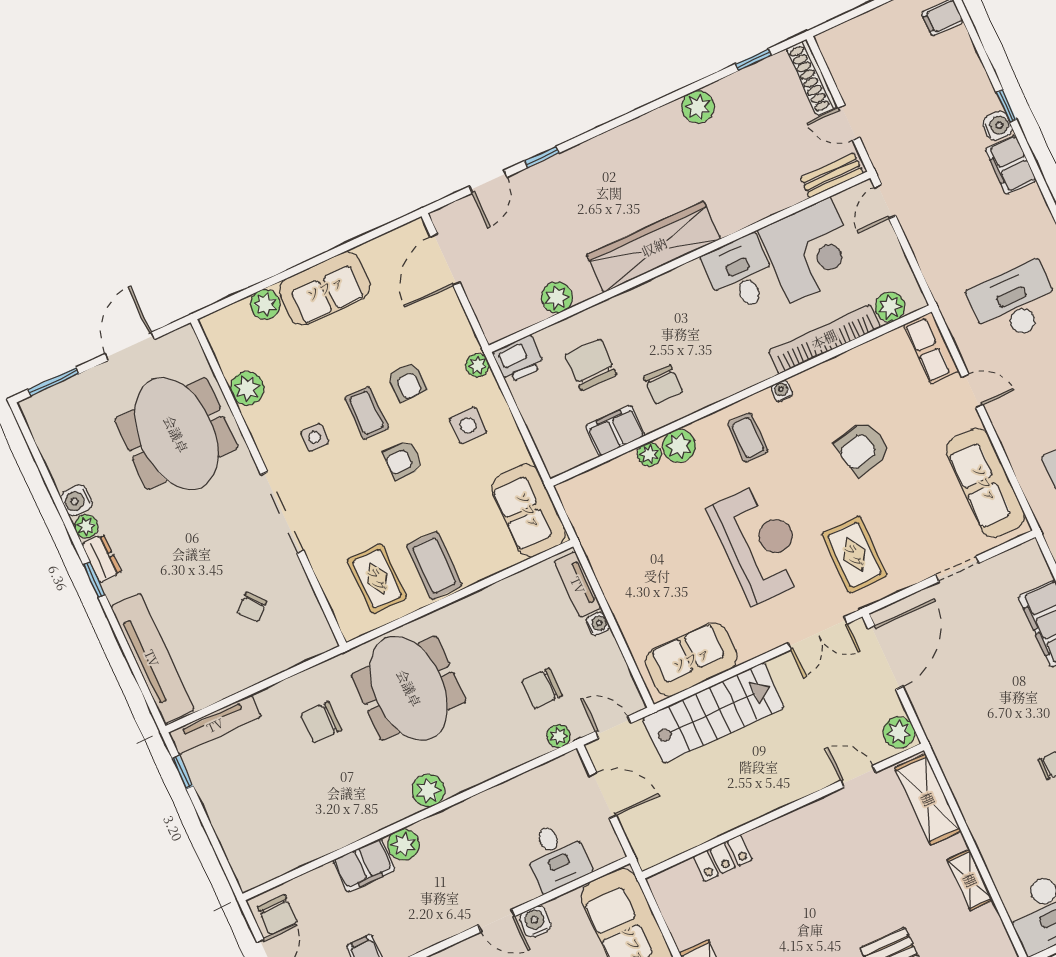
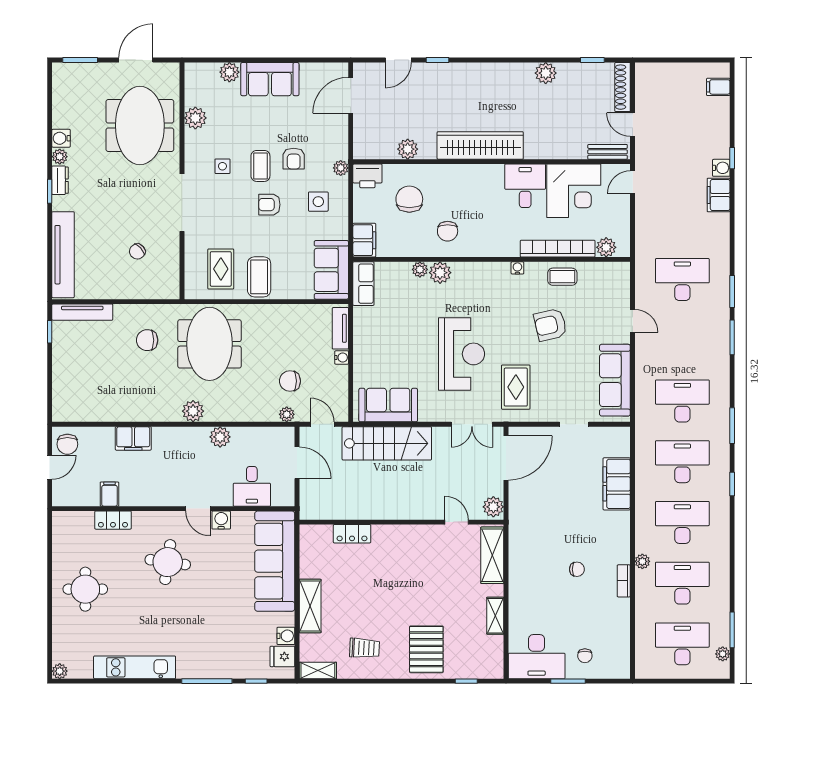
row of seats: (931, 348) -> (363, 284), moved, turned 180
filing cabinet: (615, 431) -> (364, 240), moved, turned 90
coffee table: (748, 438) -> (562, 277), moved, turned 90
plant: (404, 845) -> (220, 437), moved

